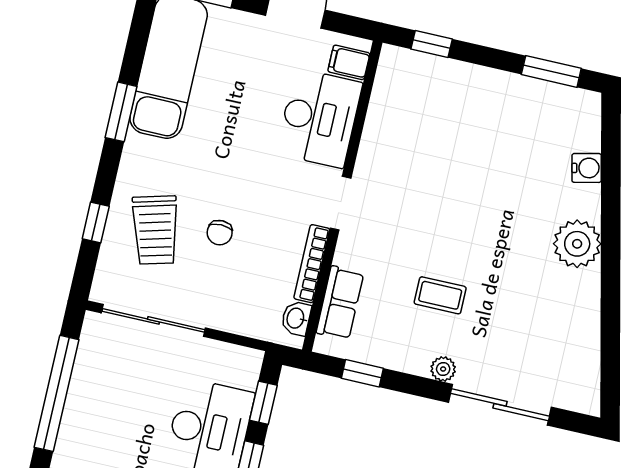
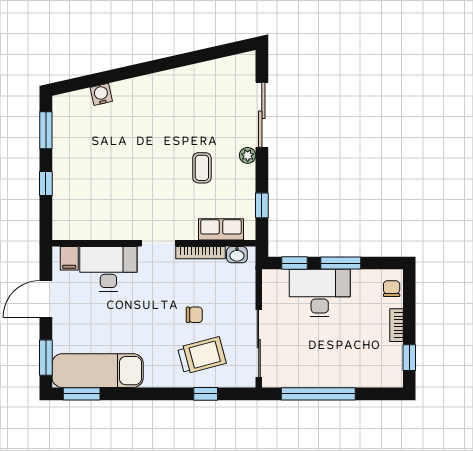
window: (432, 44) -> (46, 183), moved
window: (121, 112) -> (82, 394), moved
plant: (577, 244) -> (150, 89), removed

